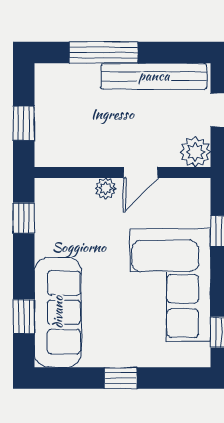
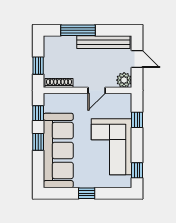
shoe rack: (66, 158) -> (59, 83), added
plant: (105, 188) -> (79, 98), removed
sofa: (58, 312) -> (58, 150), width x1.36, depth x1.27
window: (24, 317) -> (38, 142), moved

